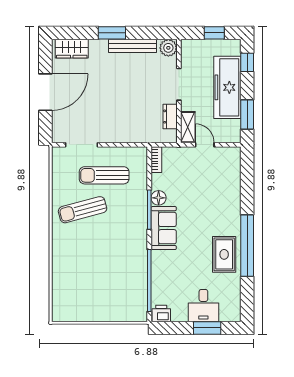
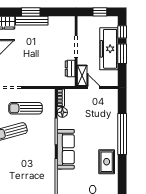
bench: (133, 46) -> (32, 21), moved
plant: (168, 48) -> (69, 22), removed
window: (247, 114) -> (122, 54), moved
floor lamp: (159, 198) -> (62, 112), moved
sofa: (164, 228) -> (66, 149), width x1.36
window: (247, 246) -> (122, 134), moved

